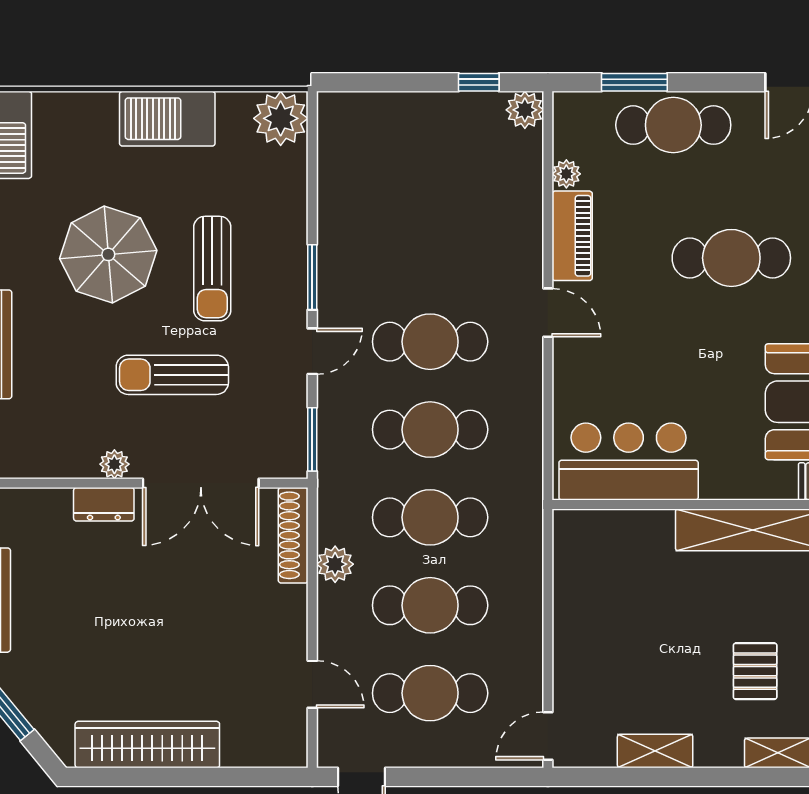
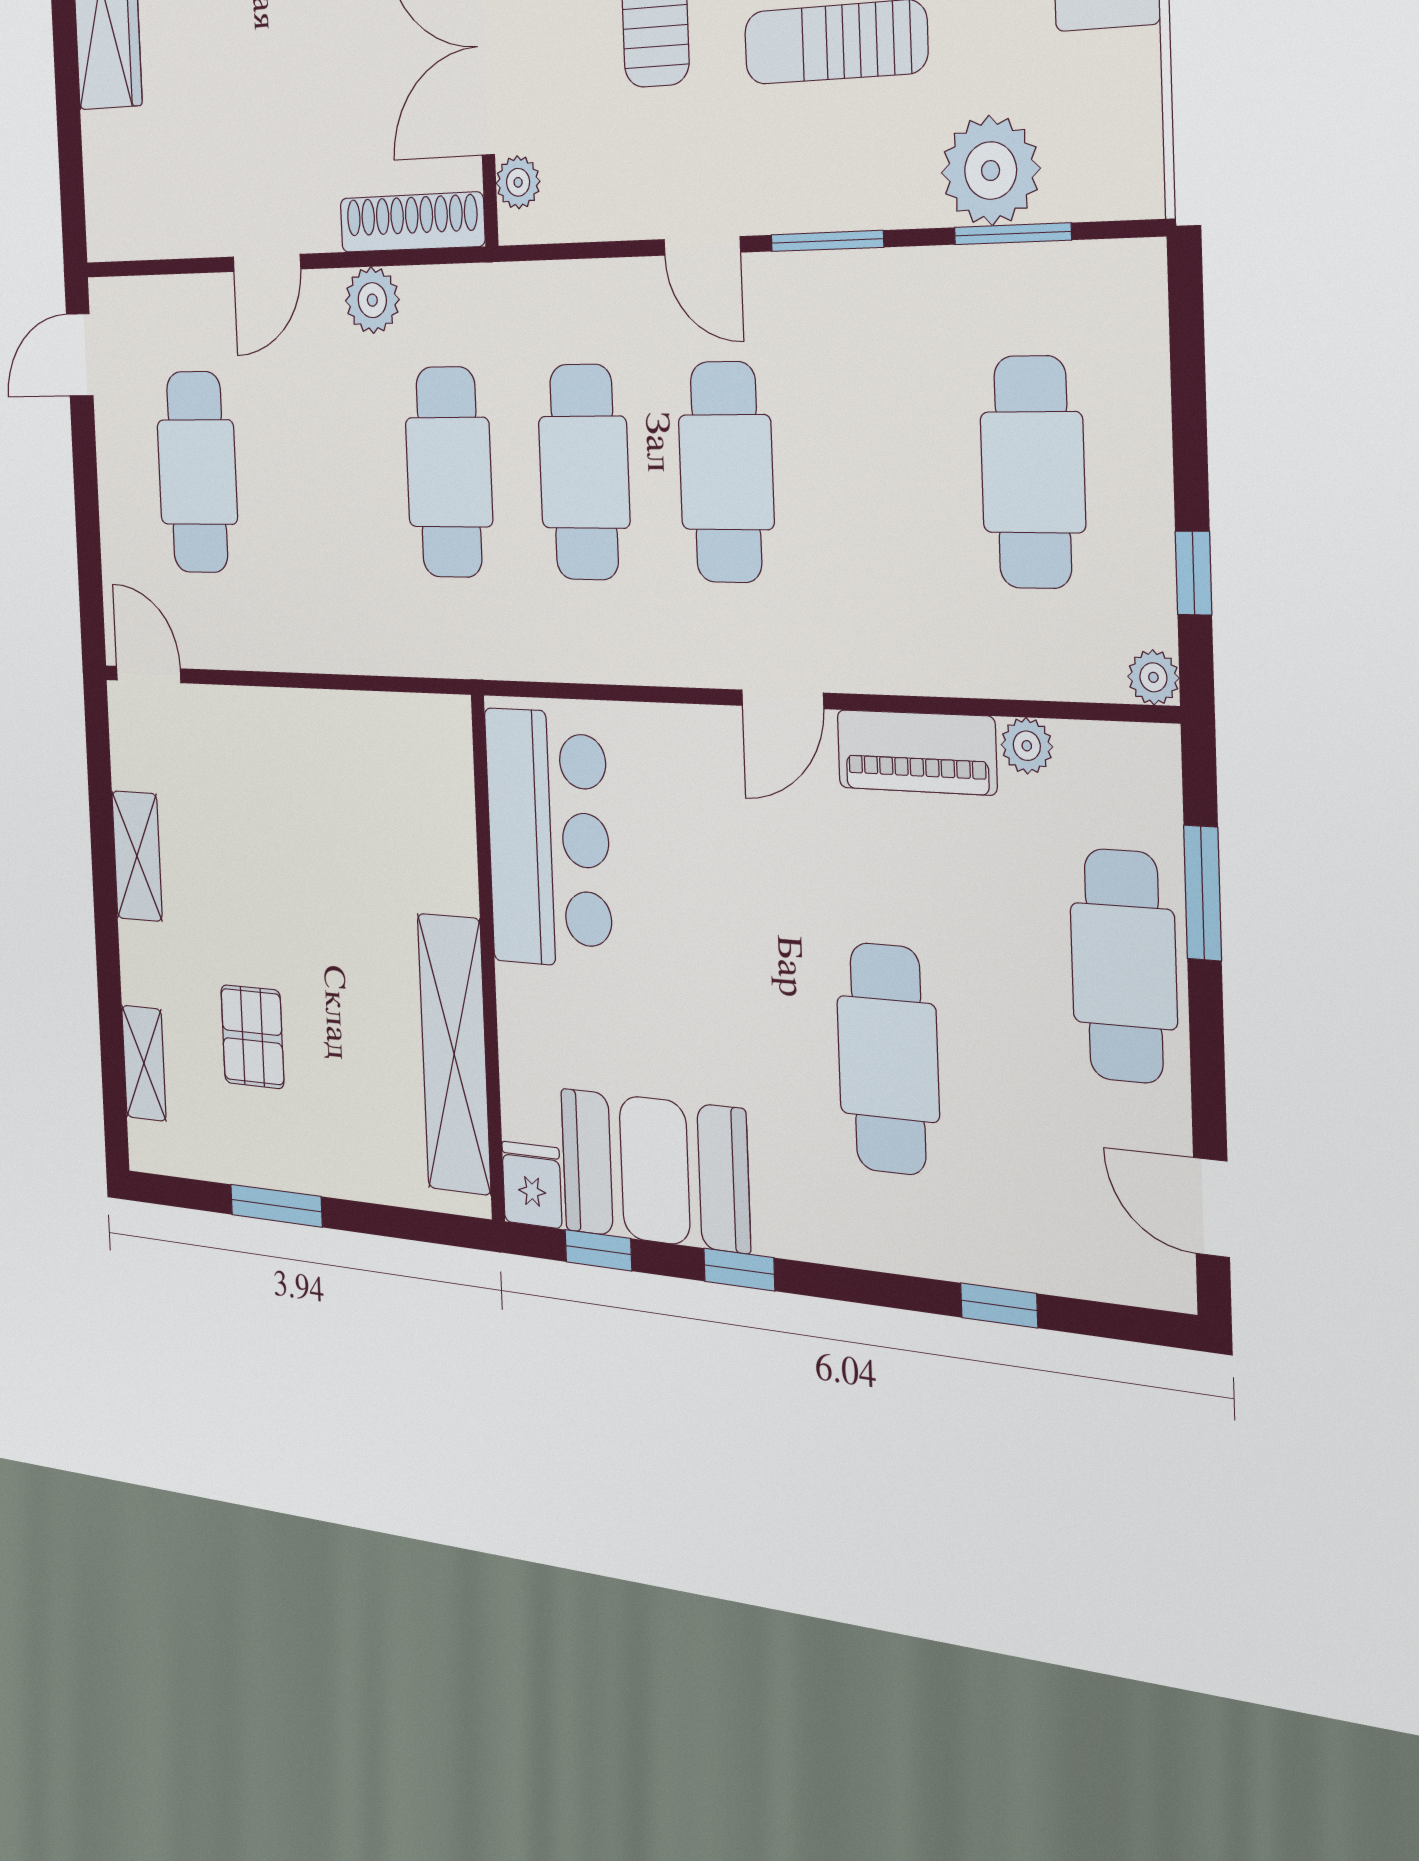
plant: (525, 110) -> (1153, 677), width x0.73, depth x0.73
plant: (281, 118) -> (991, 171), moved
window: (312, 439) -> (1013, 234), moved
plant: (274, 465) -> (518, 182), added
cafe table: (430, 605) -> (1033, 472), moved
pallet: (755, 671) -> (252, 1037), turned 90
door: (312, 684) -> (267, 263), moved

